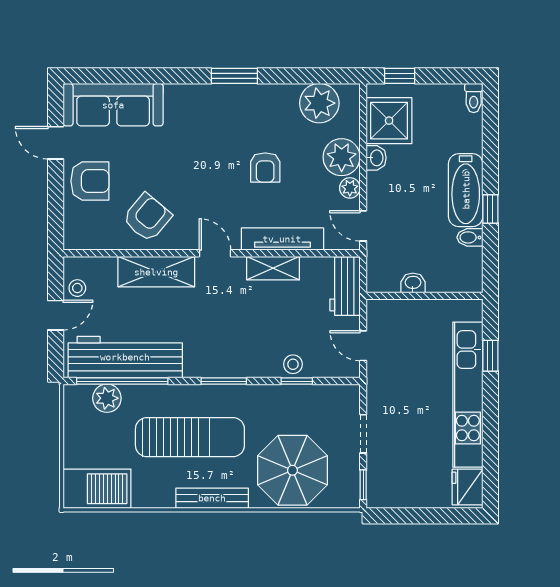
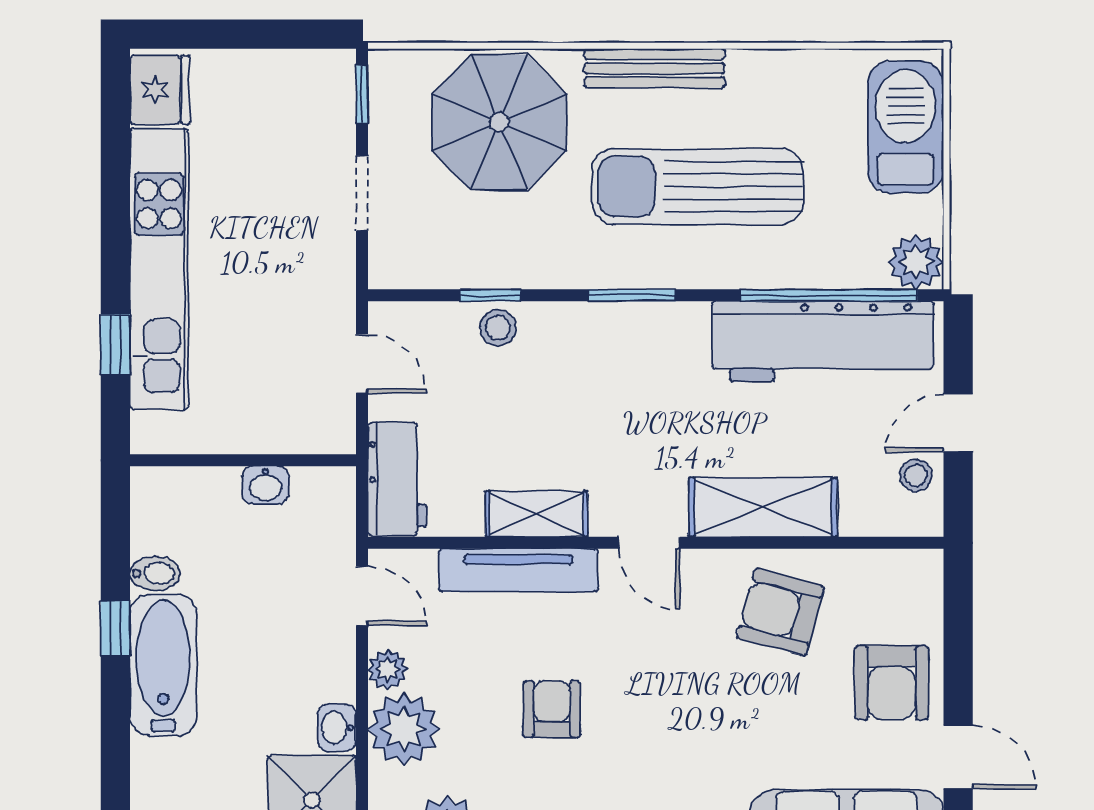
armchair: (90, 181) -> (892, 683), turned -90
armchair: (147, 217) -> (781, 612), turned 65
plant: (107, 398) -> (916, 262), moved
barbecue: (97, 489) -> (906, 127), moved, turned 90

